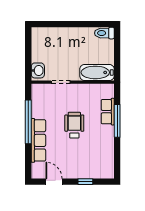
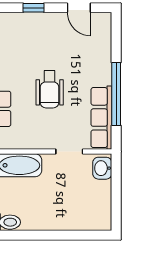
row of seats: (38, 140) -> (101, 118), moved

